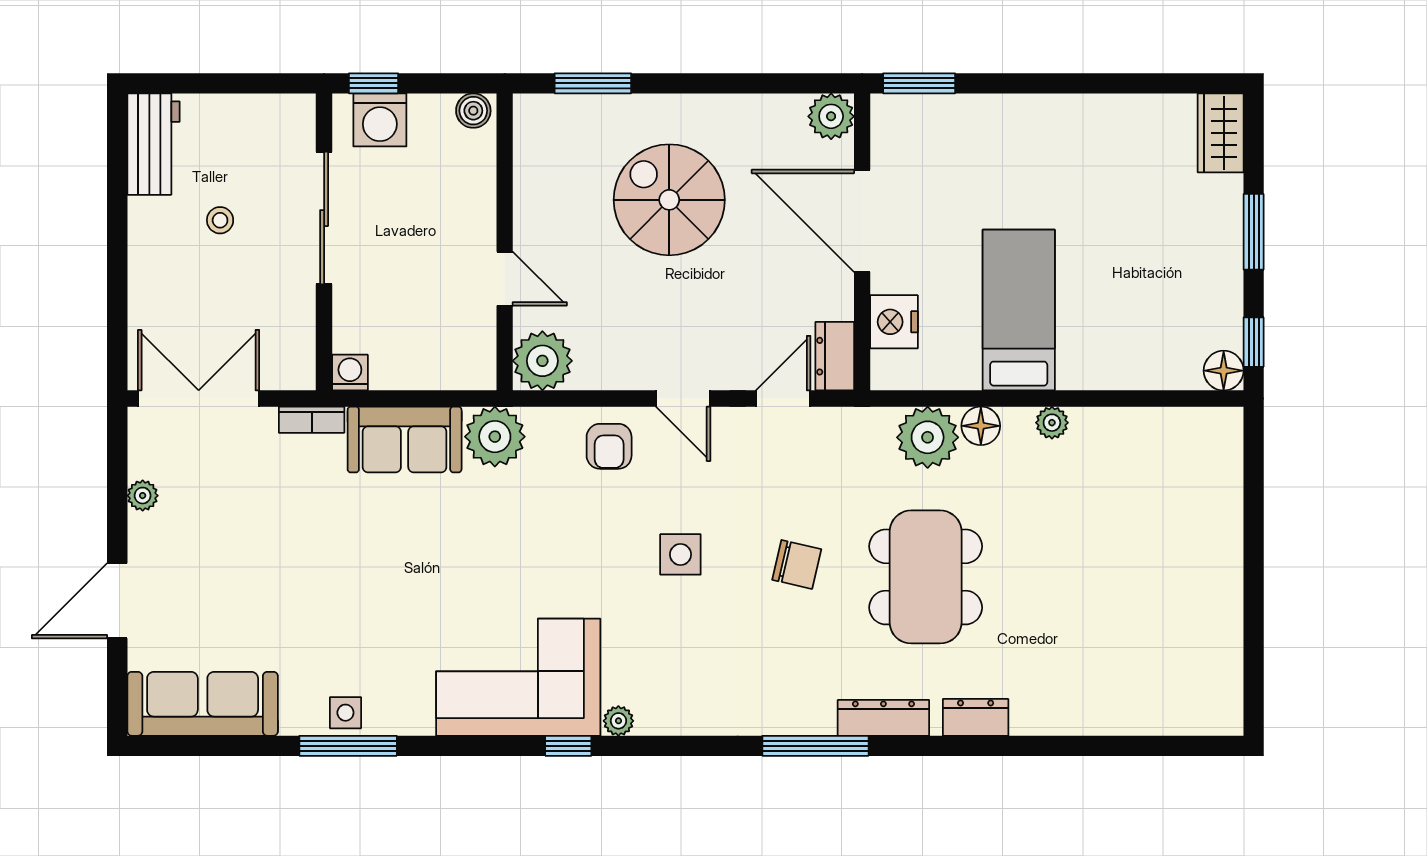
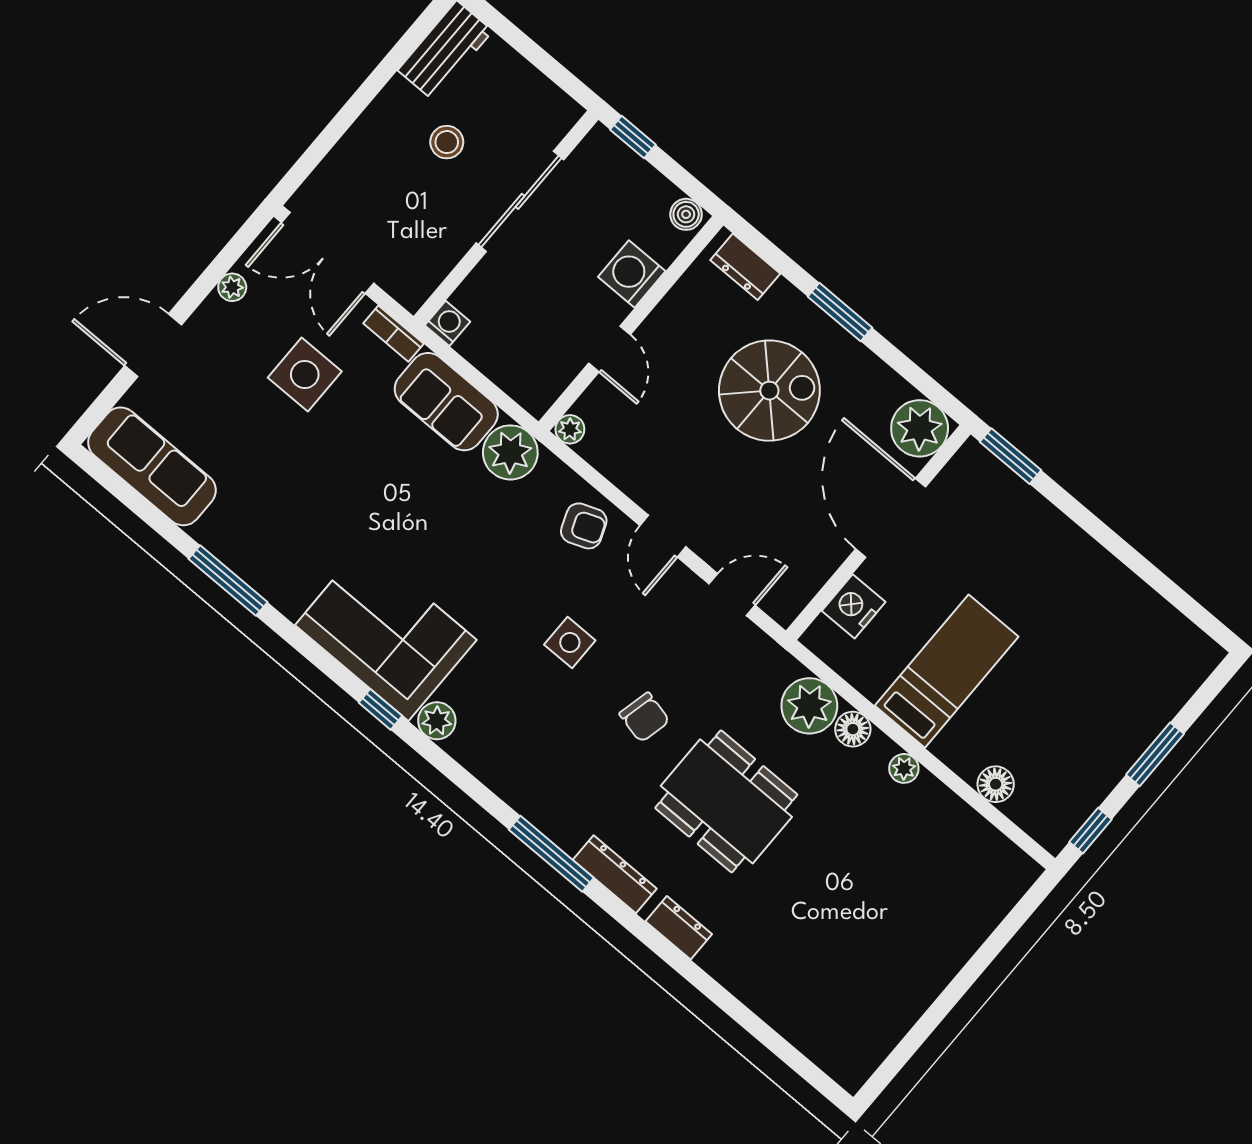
window: (593, 83) -> (840, 312), moved
plant: (831, 116) -> (920, 428), width x1.36, depth x1.36
washing machine: (380, 120) -> (632, 274), moved, turned 90
wardrobe: (1221, 133) -> (1190, 667), removed
spiral stairs: (669, 200) -> (769, 391), turned 90
stool: (220, 220) -> (447, 142), width x1.37, depth x1.37
dresser: (835, 356) -> (745, 267), moved, turned -90
plant: (542, 361) -> (570, 429), width x0.53, depth x0.53
floor lamp: (1224, 371) -> (996, 784), moved
double door: (199, 399) -> (328, 253), swing flipped
armchair: (609, 446) -> (584, 526), turned -111
dining table: (926, 577) -> (726, 801), turned 90
side table: (345, 713) -> (305, 375), moved, width x1.87, depth x1.87
plant: (618, 721) -> (437, 721), width x1.38, depth x1.38

